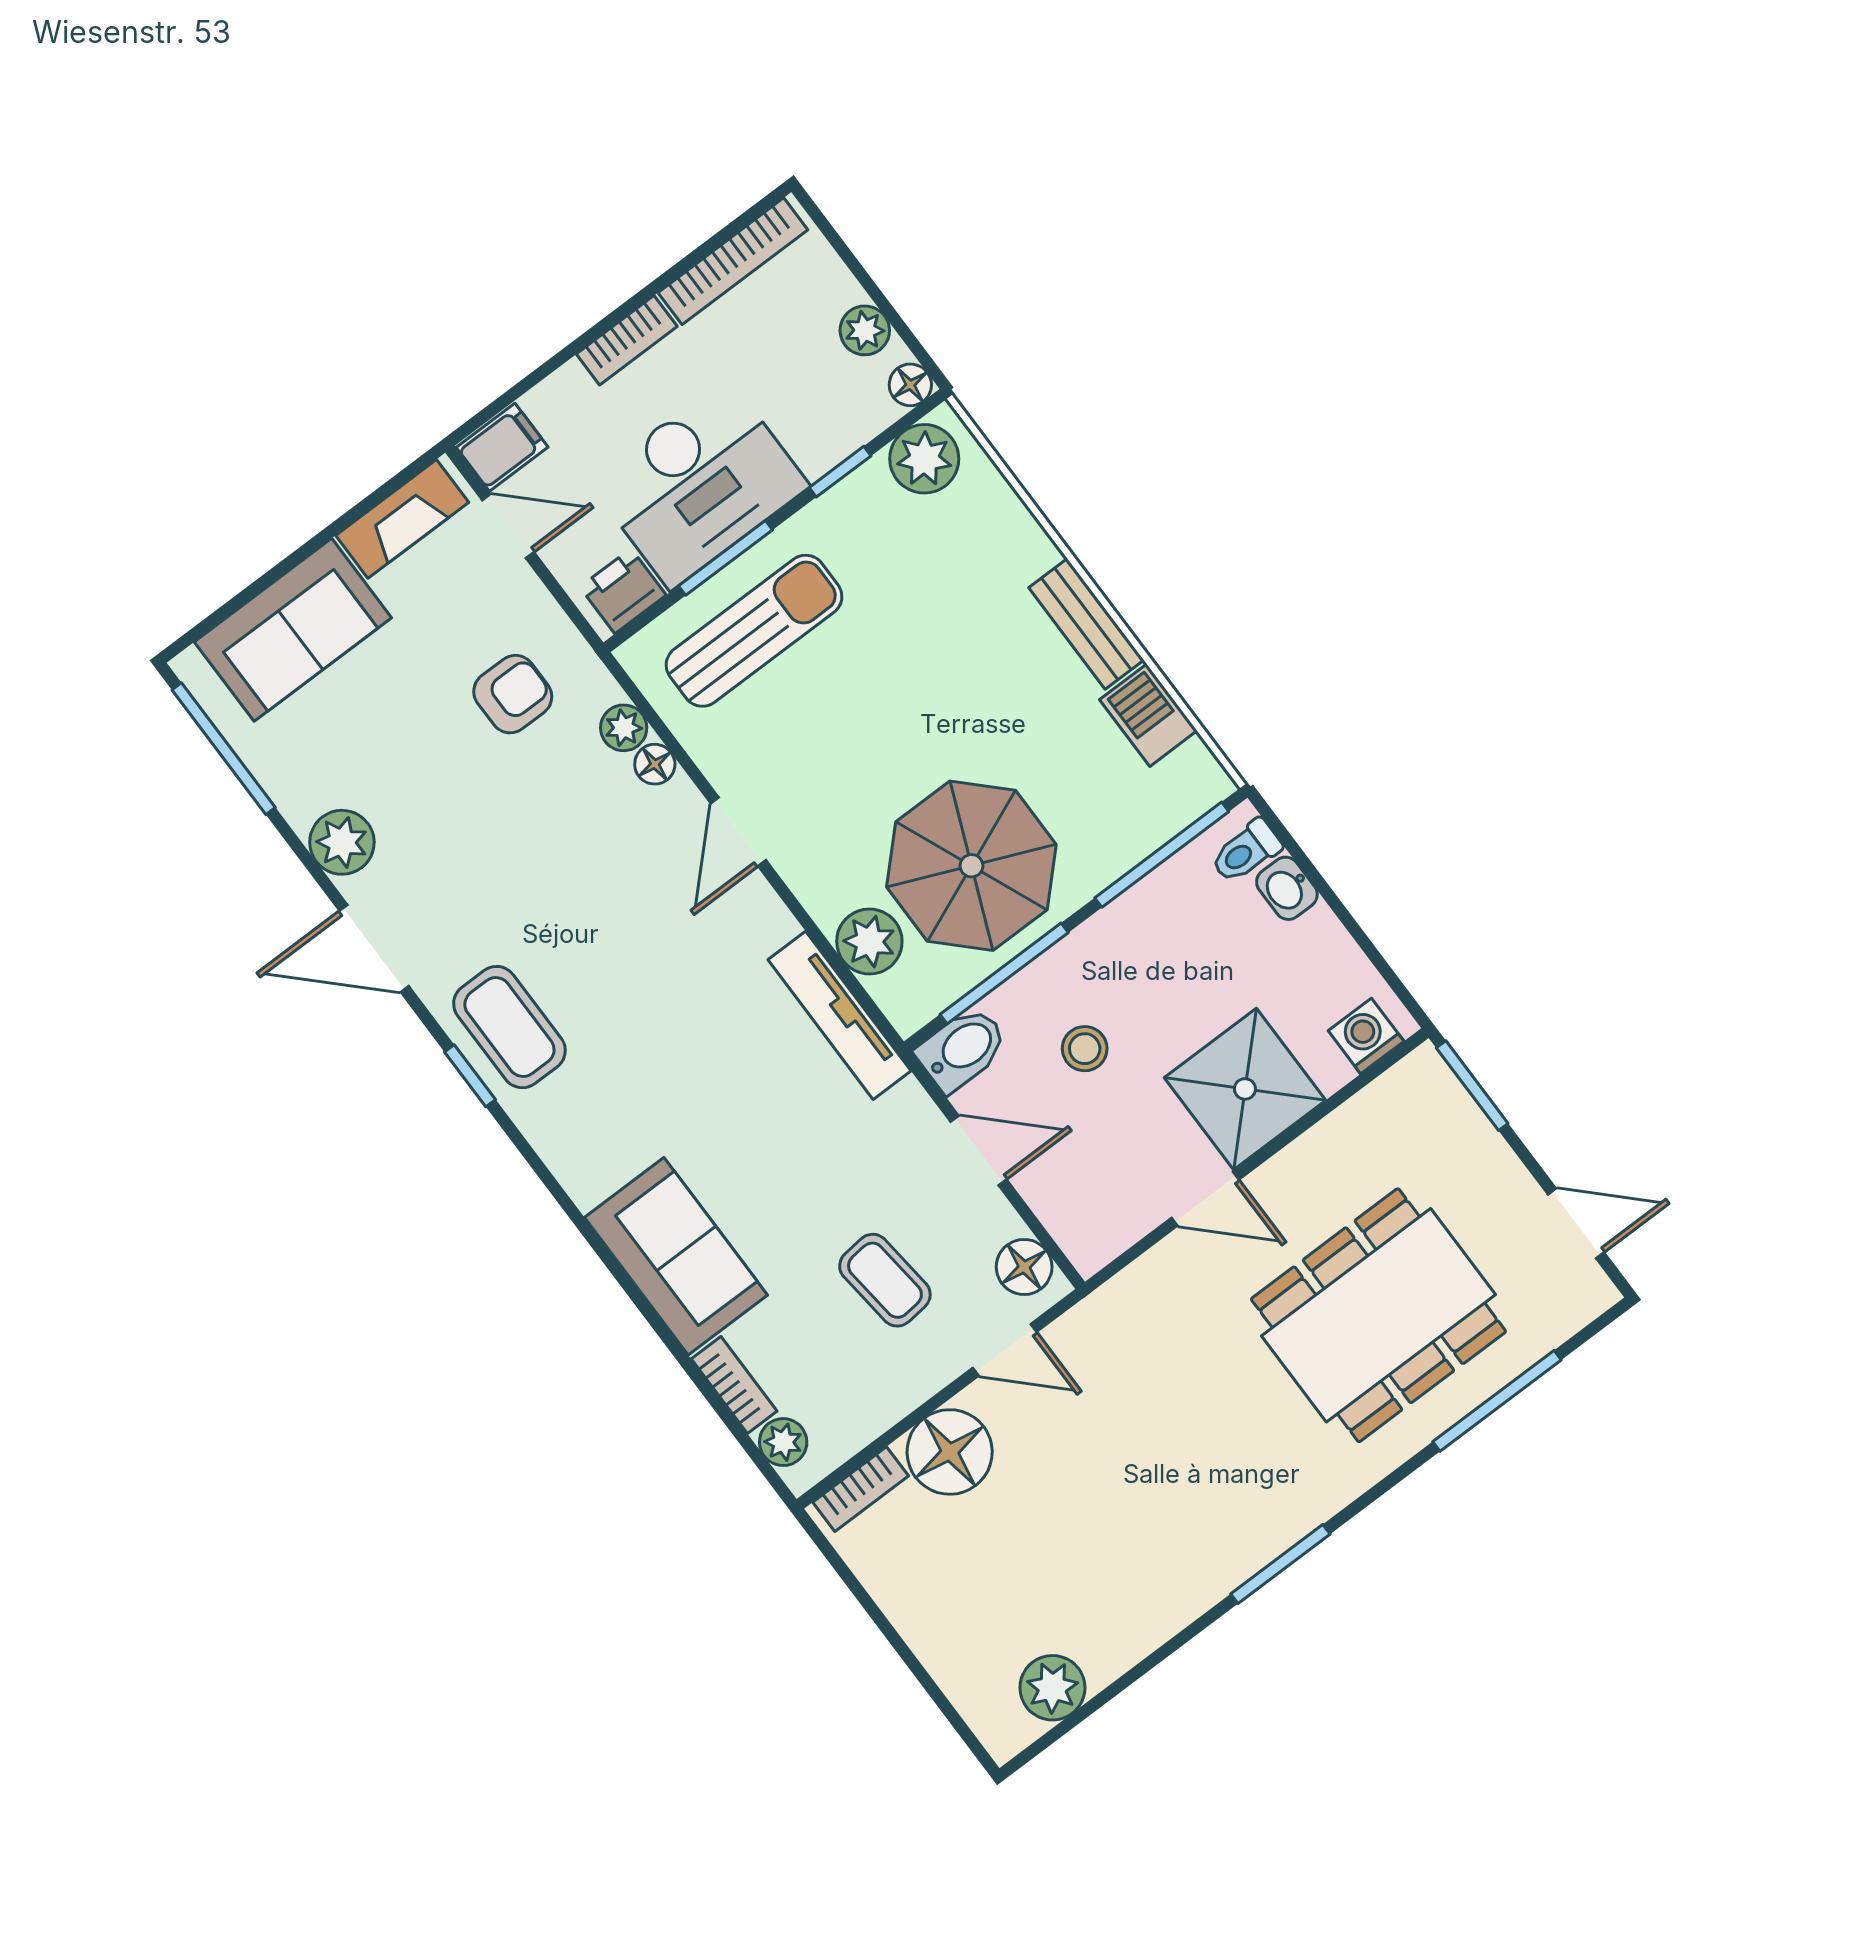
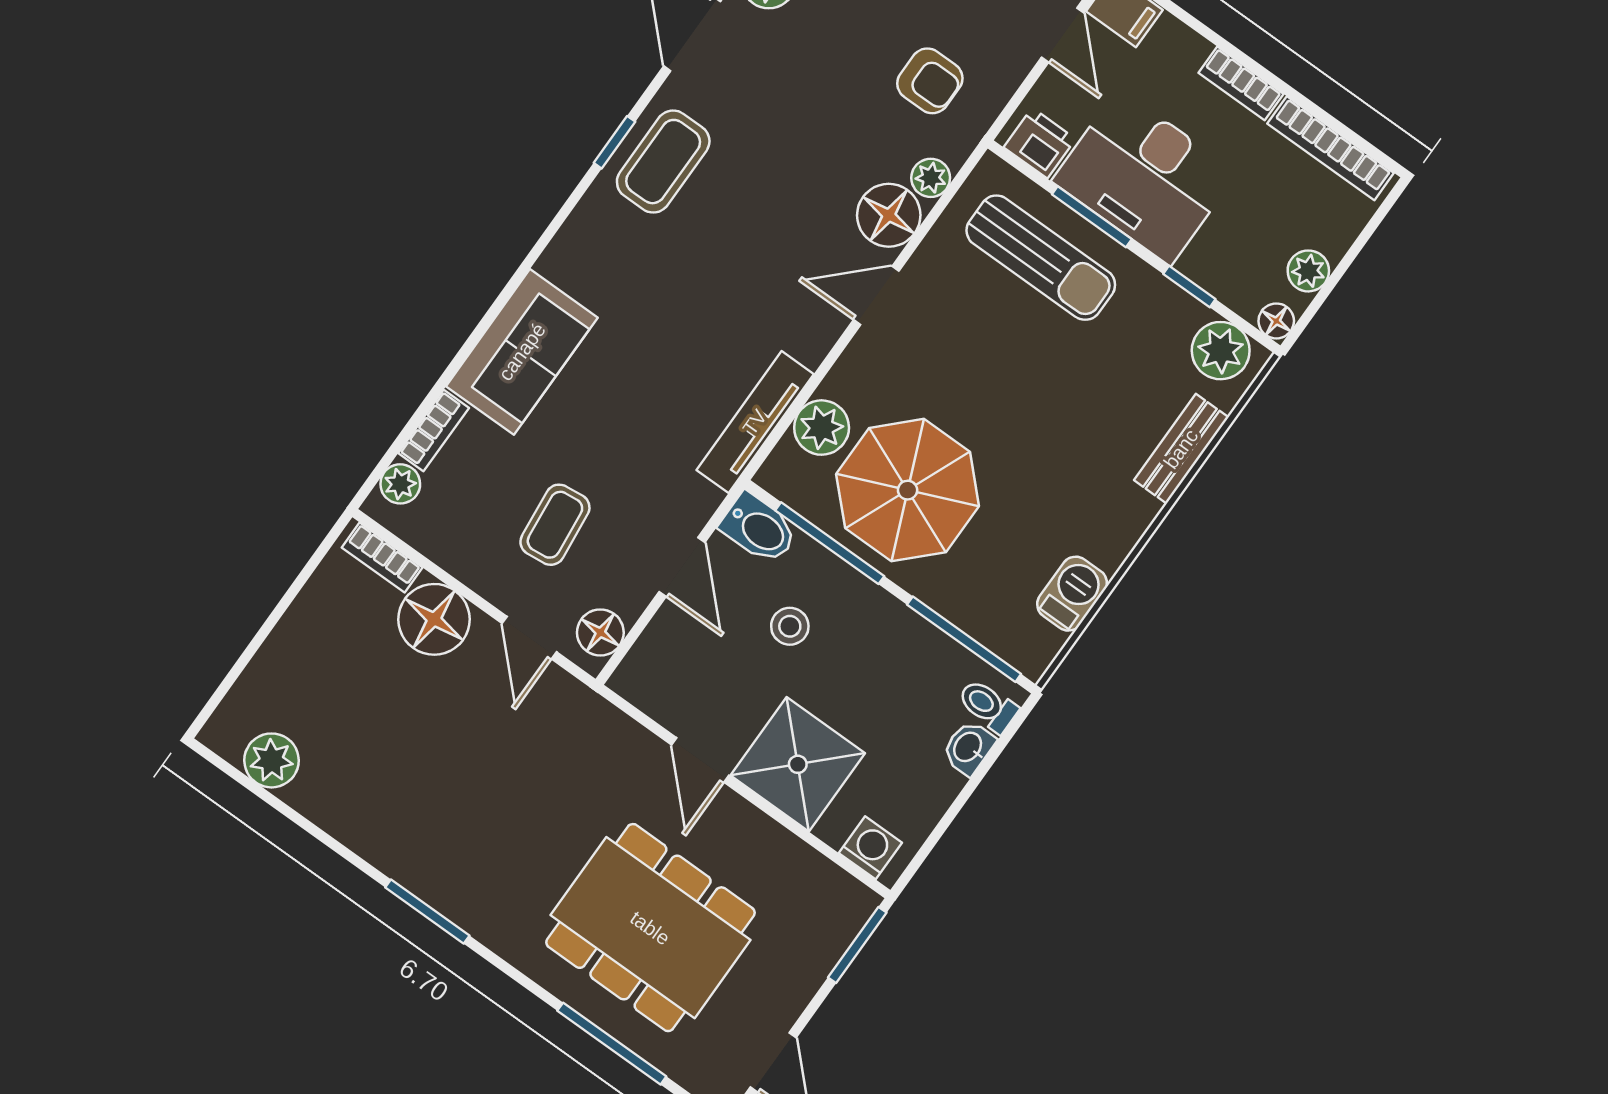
bench: (1086, 624) -> (1181, 449), moved
floor lamp: (655, 764) -> (889, 215), width x1.89, depth x1.89

